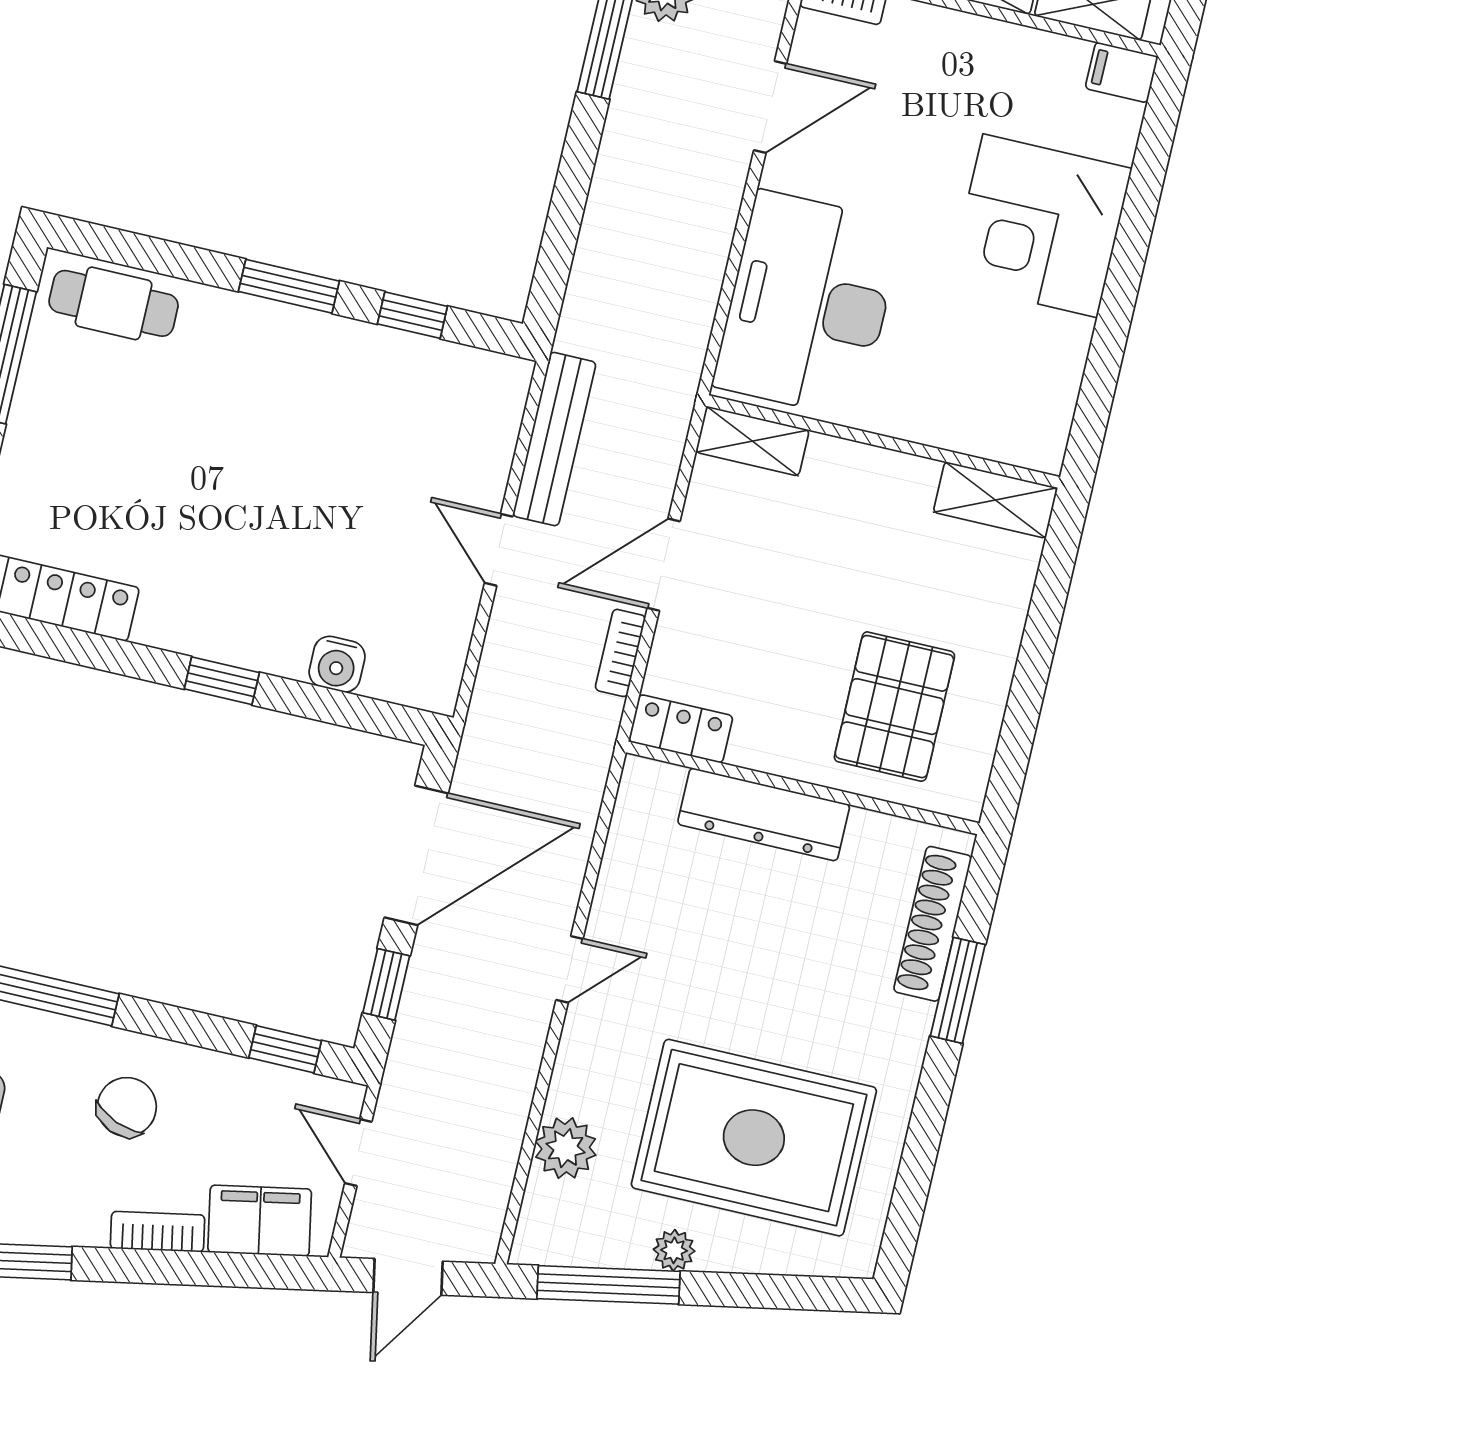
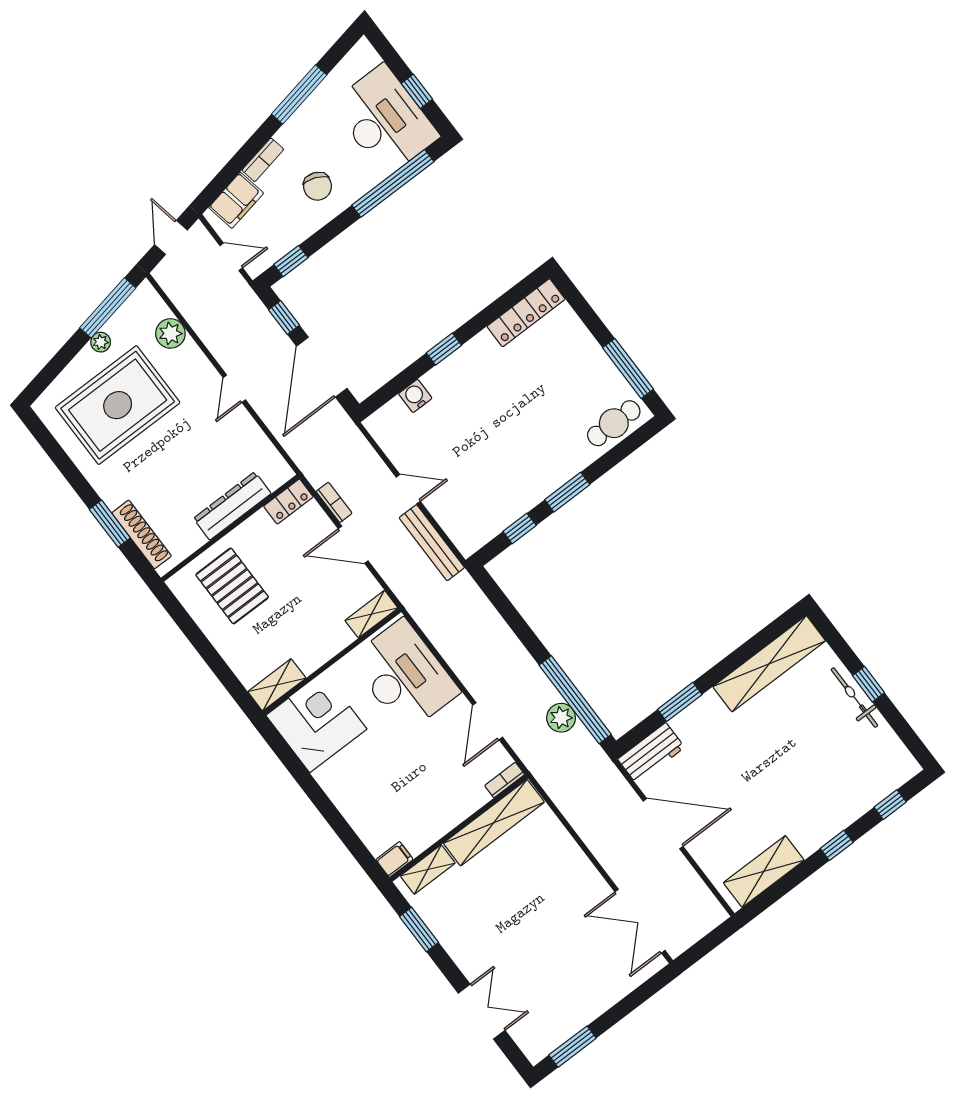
corner desk: (1040, 226) -> (316, 722), moved
door: (664, 565) -> (353, 545), swing flipped

